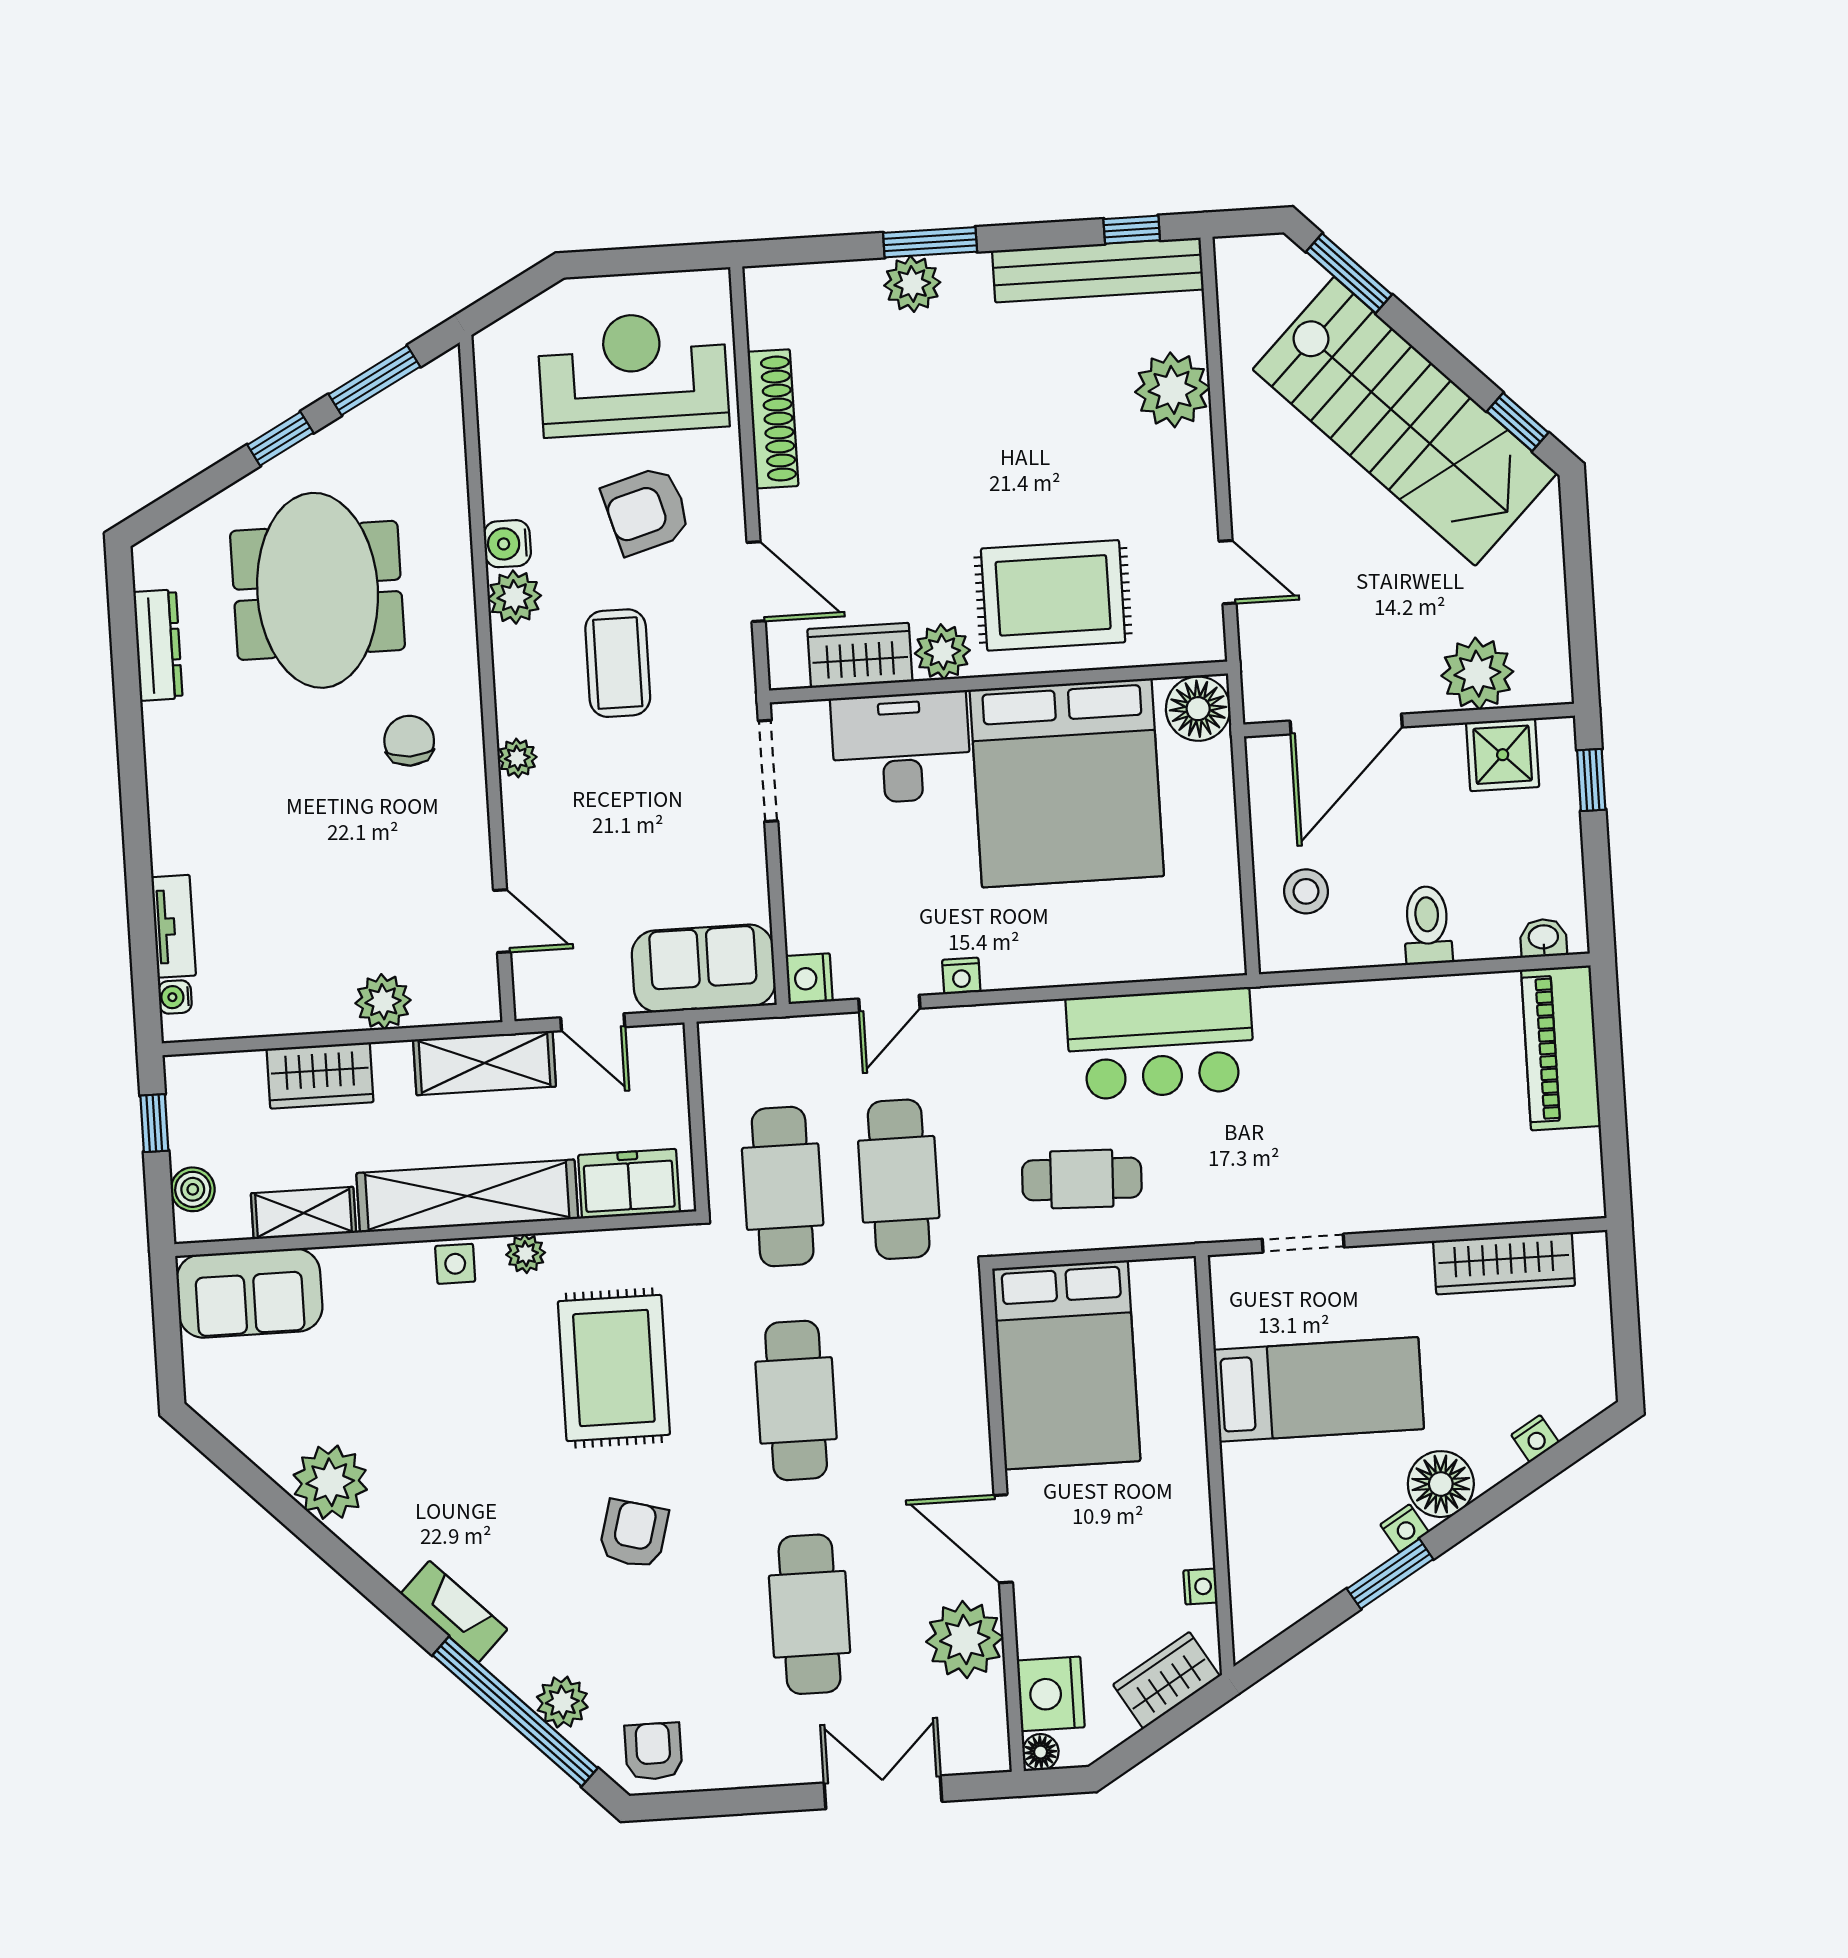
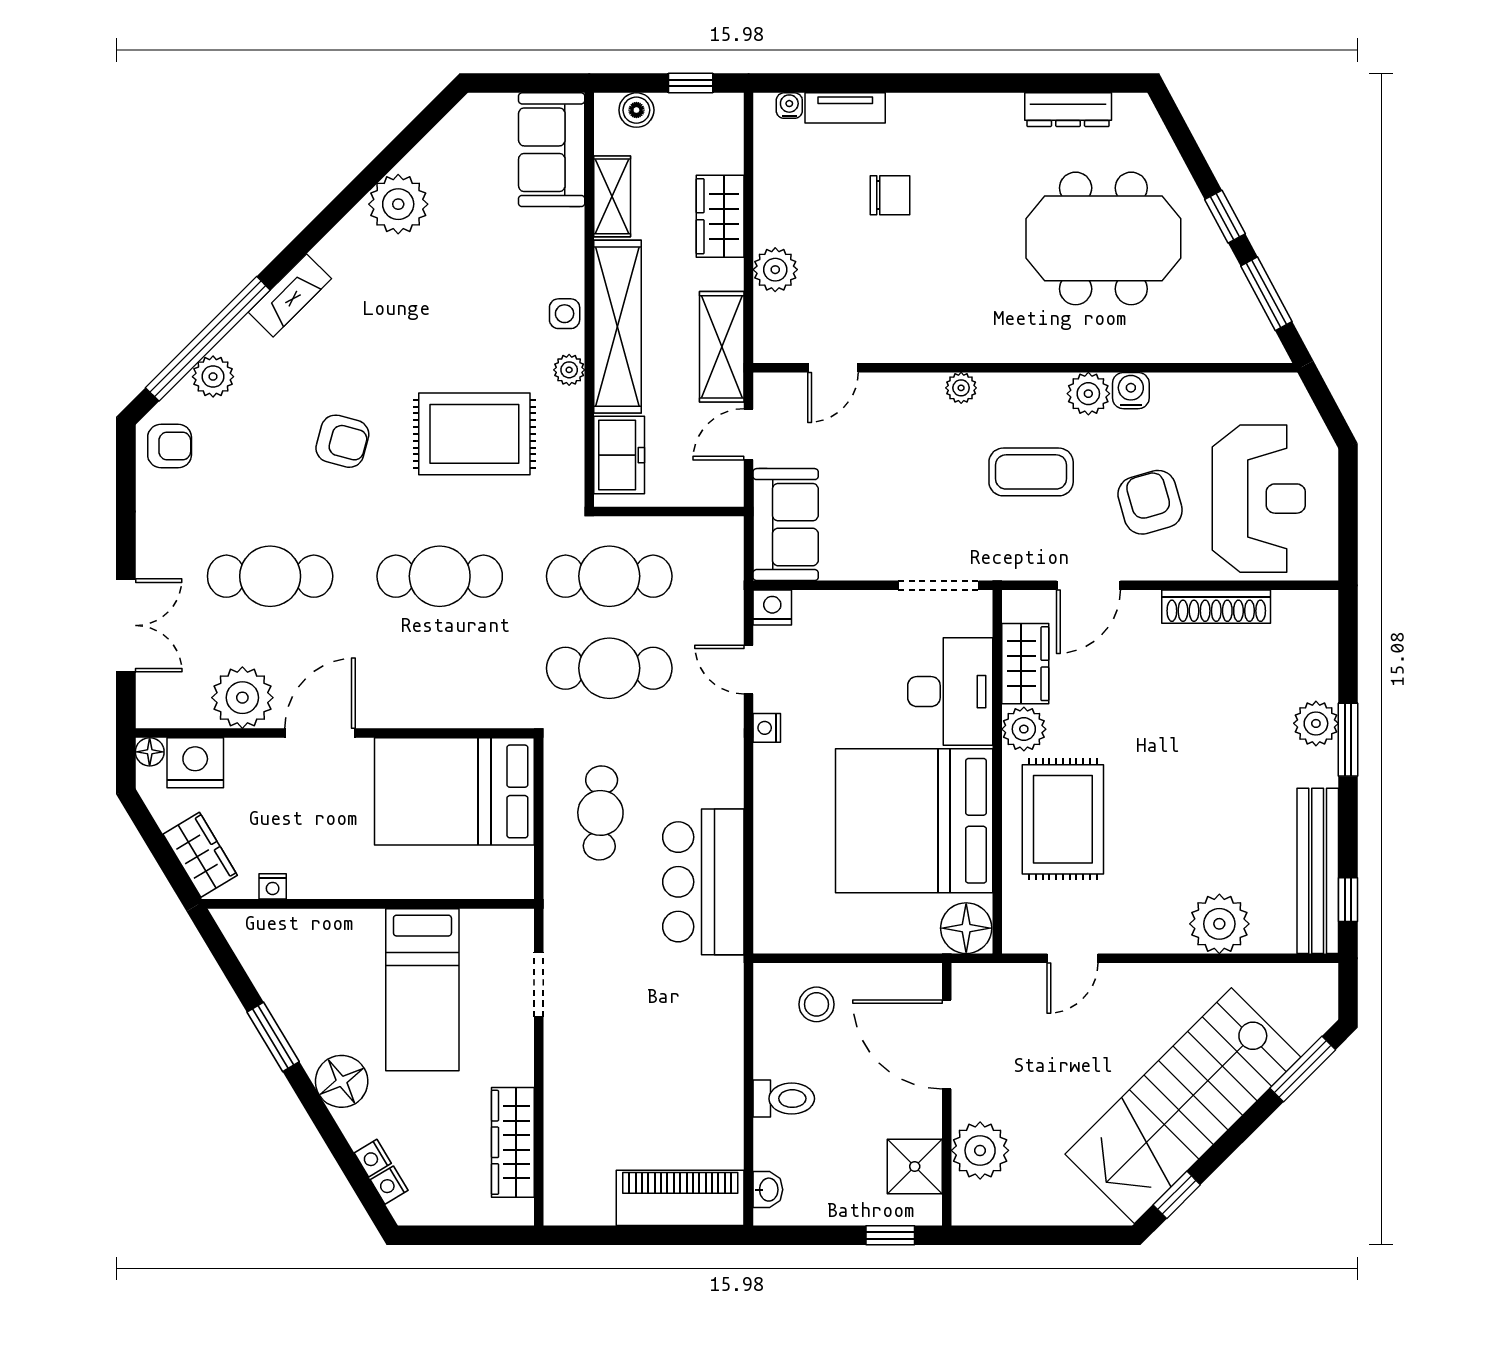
chair: (409, 741) -> (890, 195), moved
nightstand: (1405, 1528) -> (389, 1185), moved

